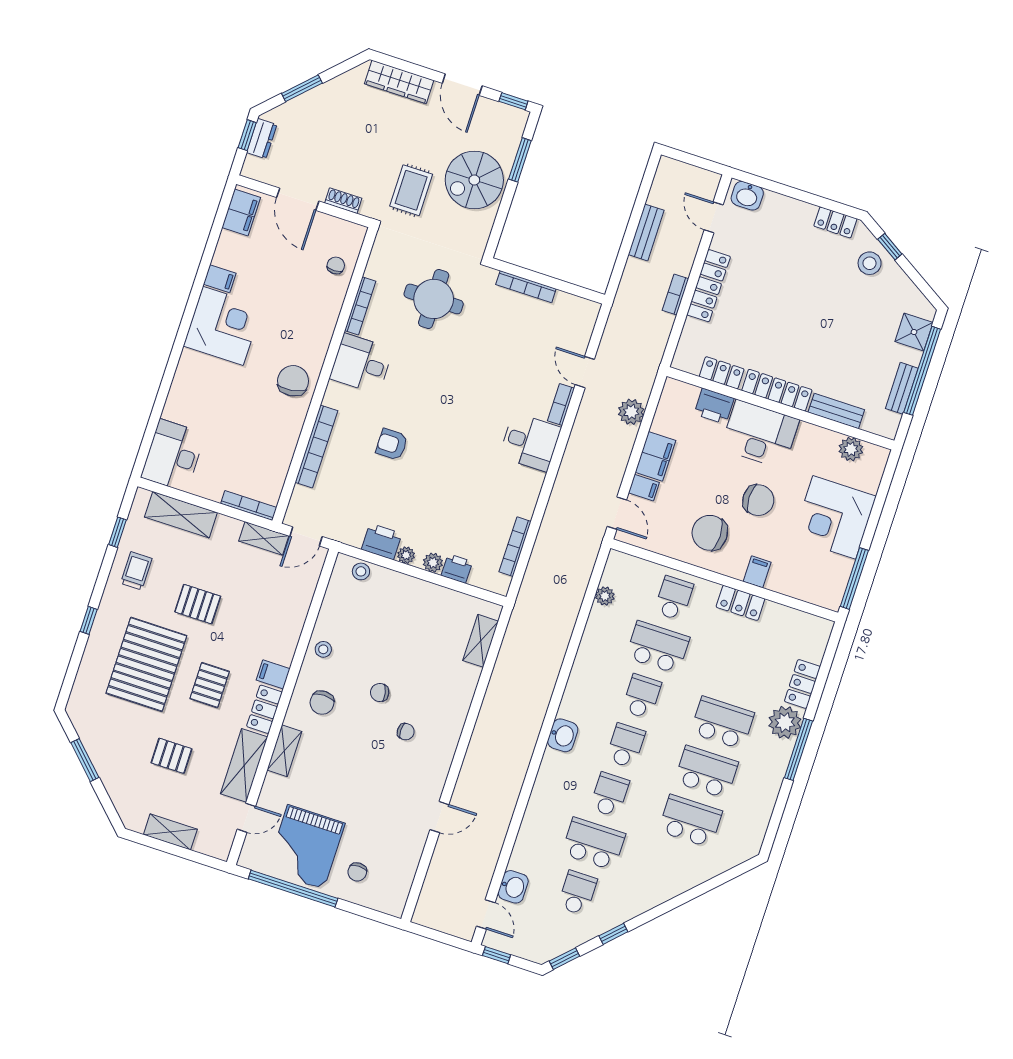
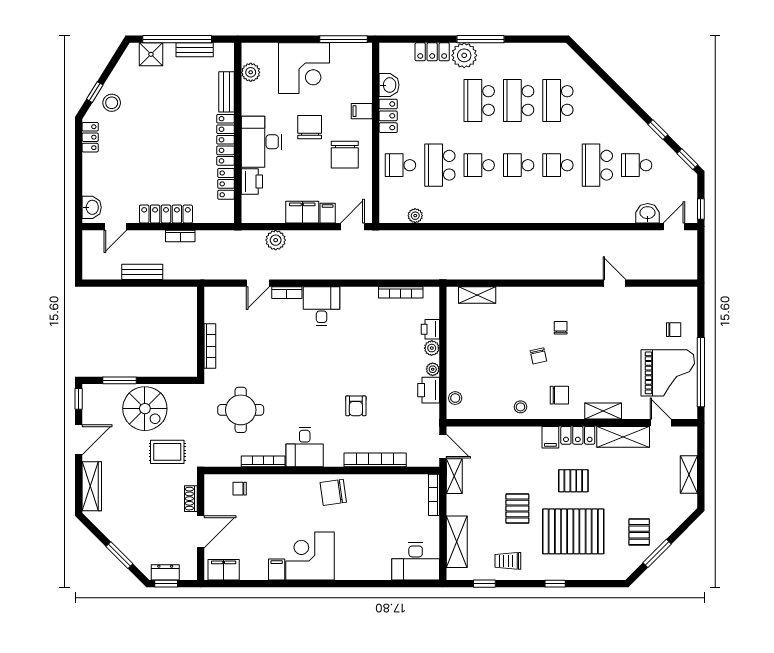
washbasin: (563, 735) -> (389, 85), moved, turned 90
pallet: (172, 756) -> (639, 532), moved

